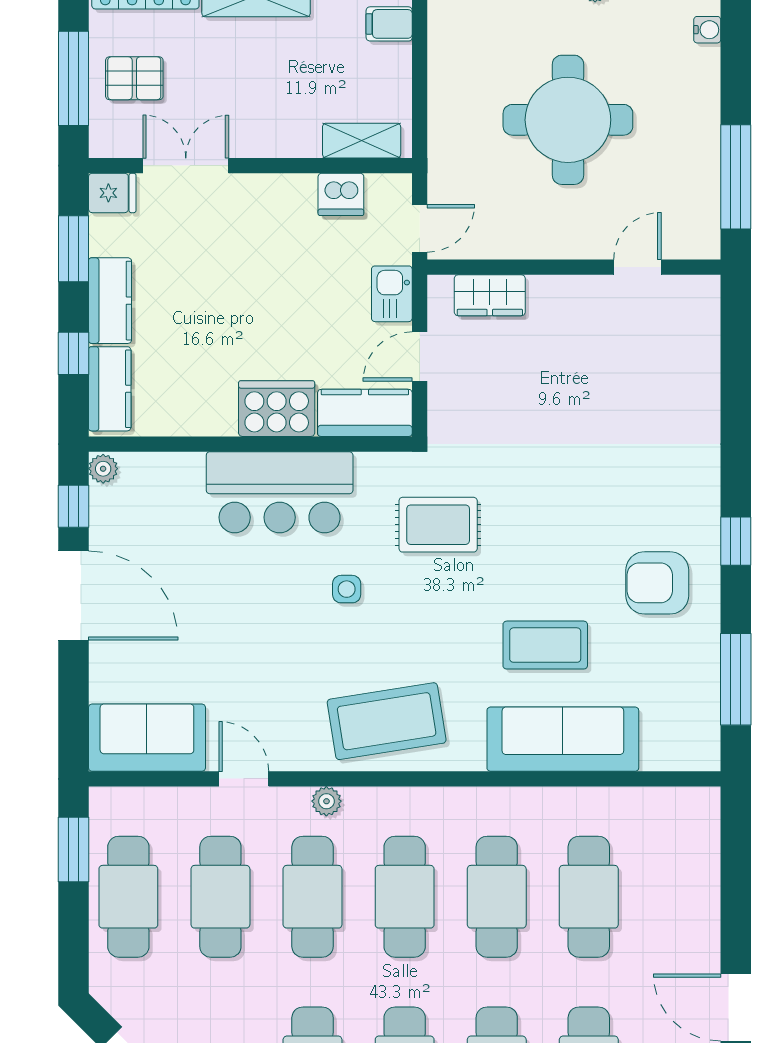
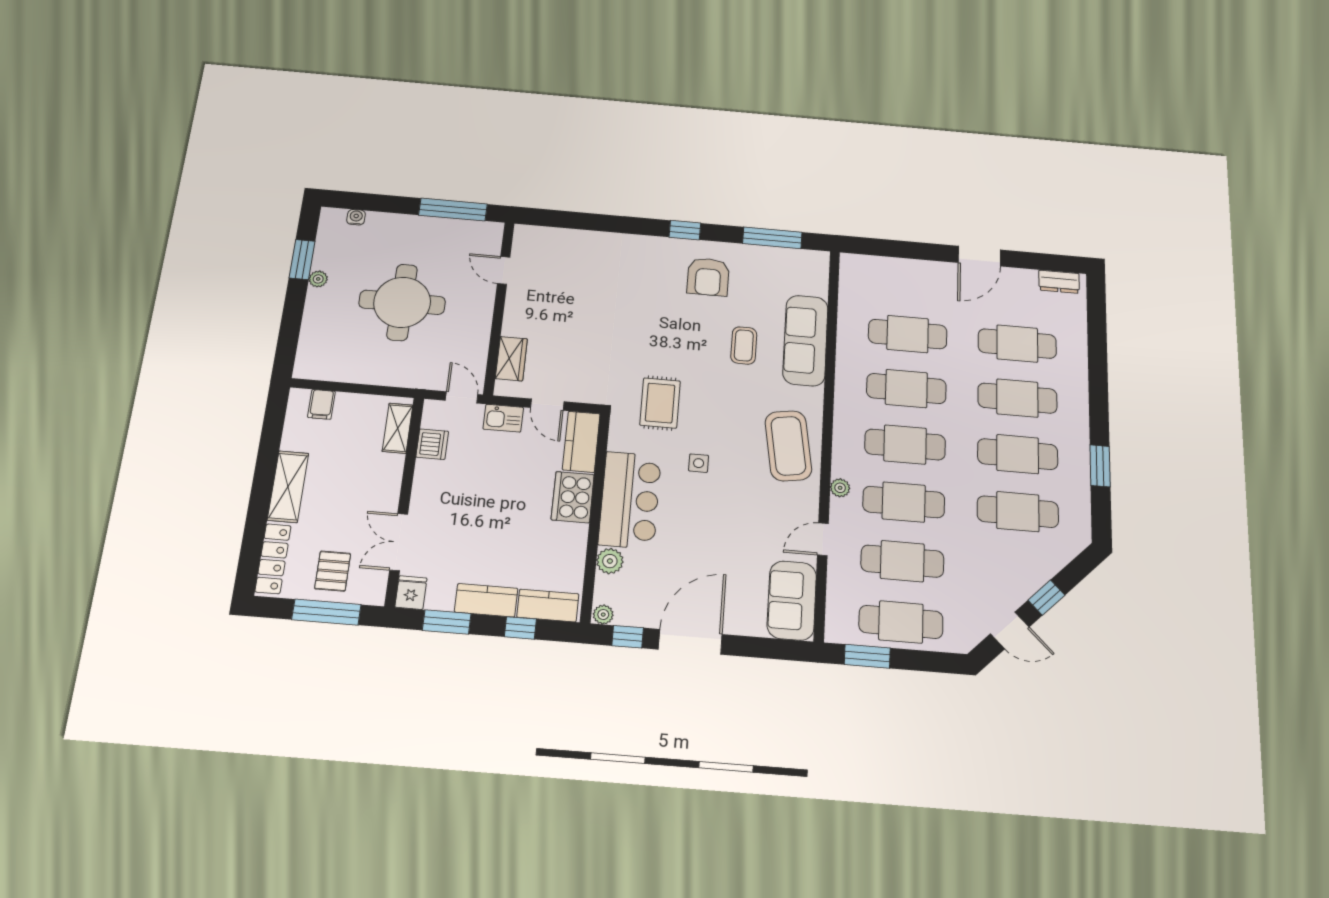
plant: (184, 471) -> (610, 561), added
coffee table: (545, 645) -> (744, 345), width x0.73, depth x0.77

